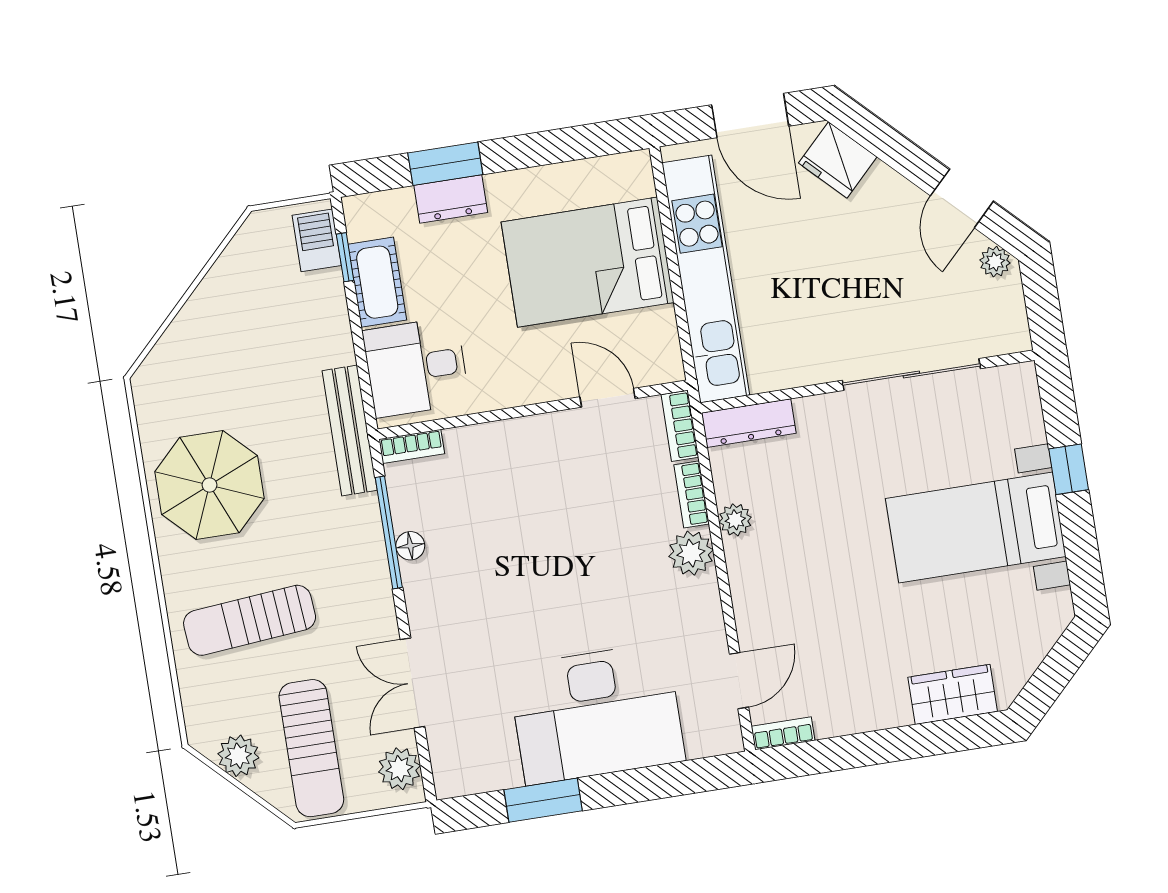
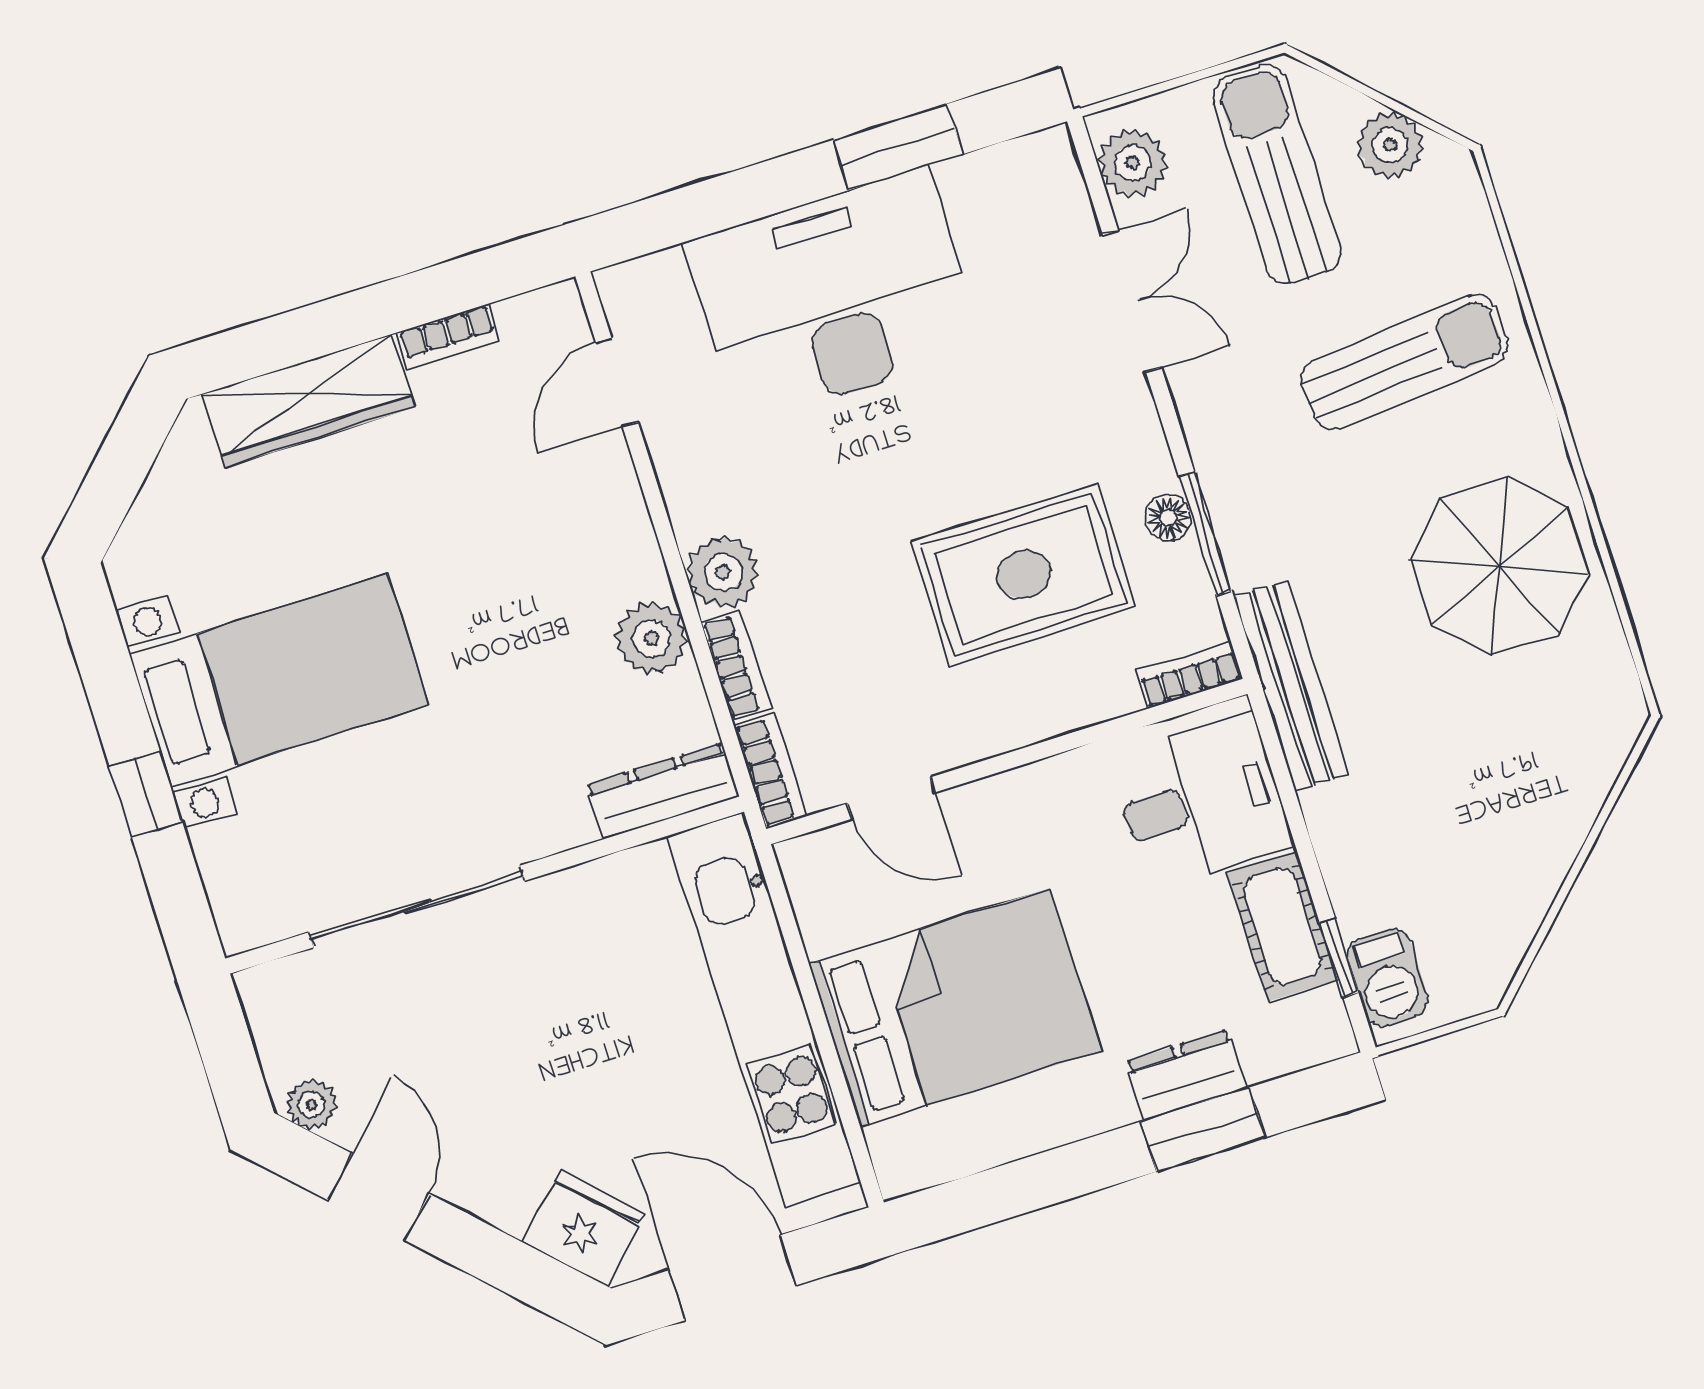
plant: (735, 520) -> (651, 638), width x1.38, depth x1.38
rug: (505, 524) -> (1024, 574), added
window: (389, 532) -> (1205, 534), width x0.69
wardrobe: (953, 694) -> (308, 401), width x1.50
bookcase: (783, 733) -> (448, 337), moved

